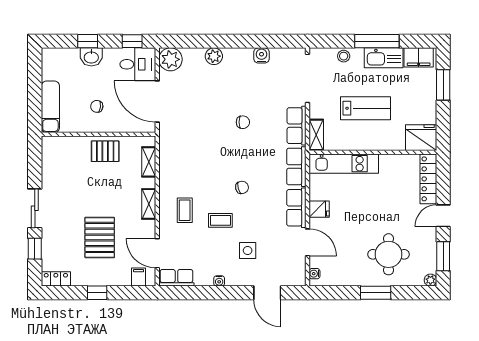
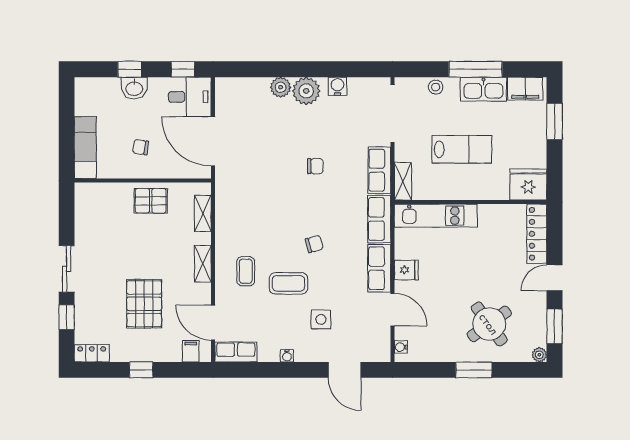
plant: (170, 59) -> (306, 91), moved
coffee table: (220, 220) -> (288, 283), width x1.36, depth x1.30
round table: (389, 254) -> (489, 324), turned -36

